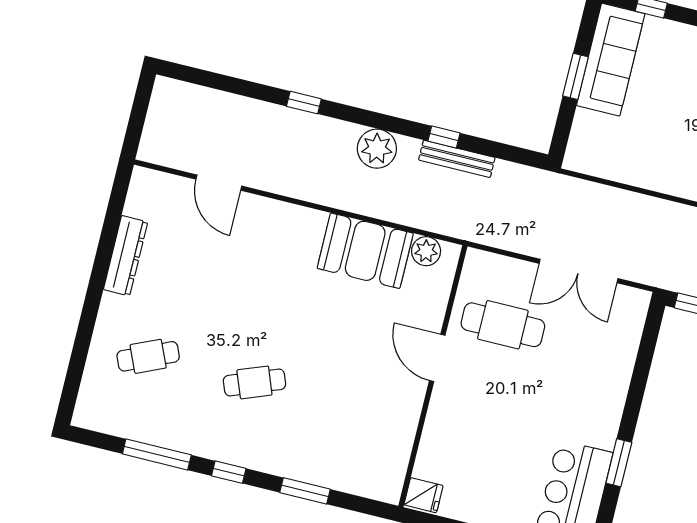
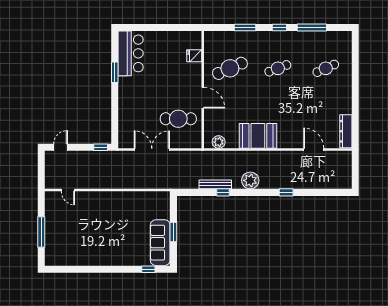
booth: (365, 251) -> (258, 136), moved
dresser: (126, 256) -> (346, 131), moved
cafe table: (361, 409) -> (230, 68), added
fridge: (423, 495) -> (194, 56), moved

